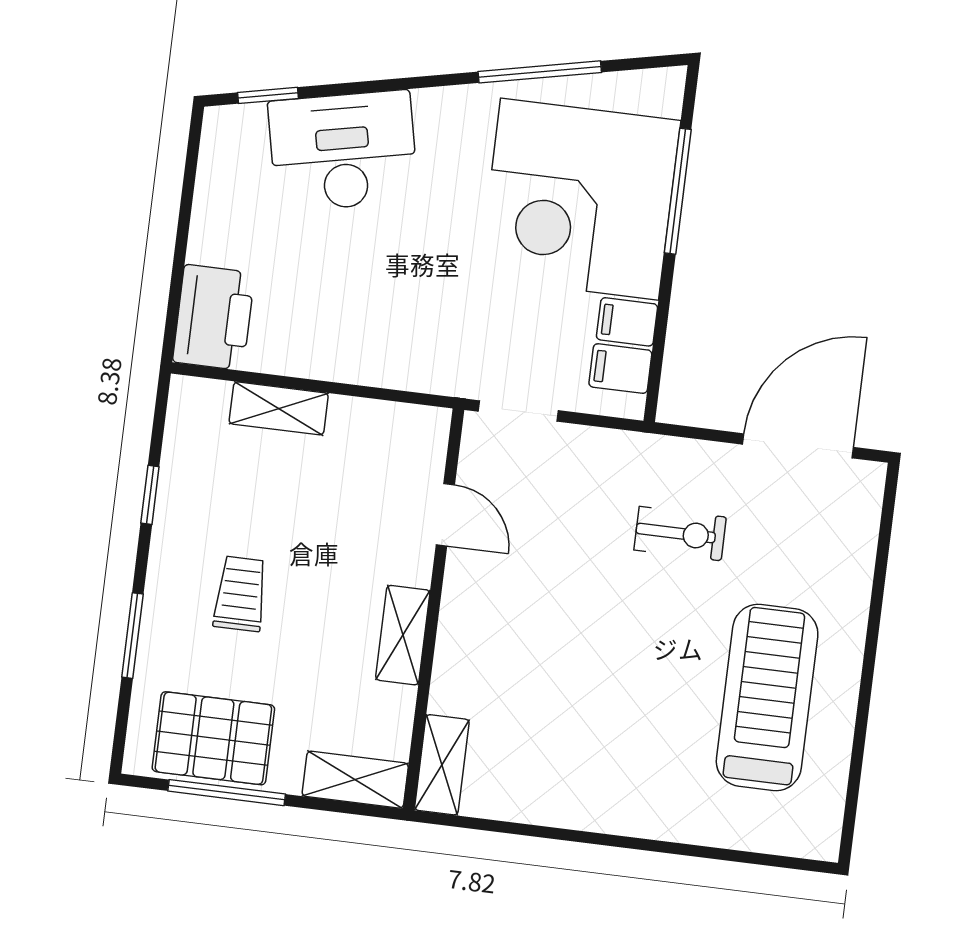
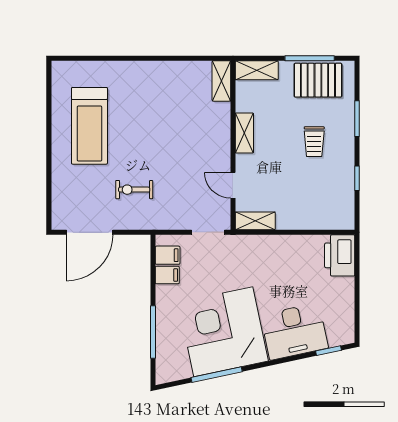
corner desk: (580, 199) -> (223, 332), moved, turned -102
shelving: (279, 408) -> (255, 221), moved

